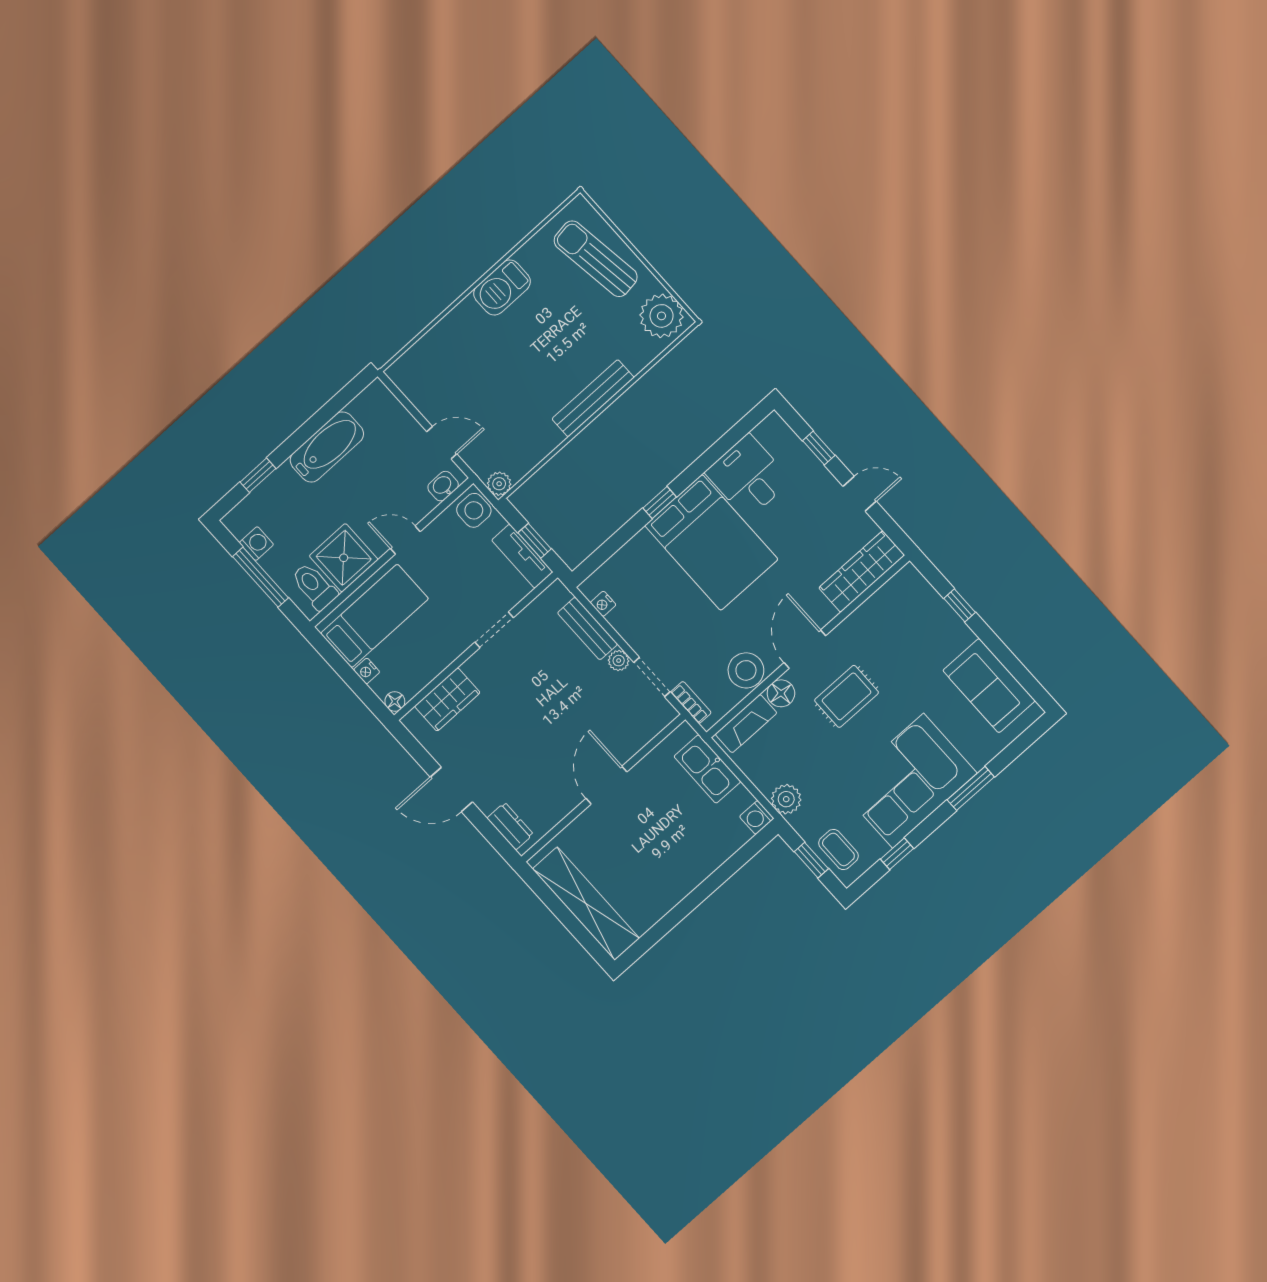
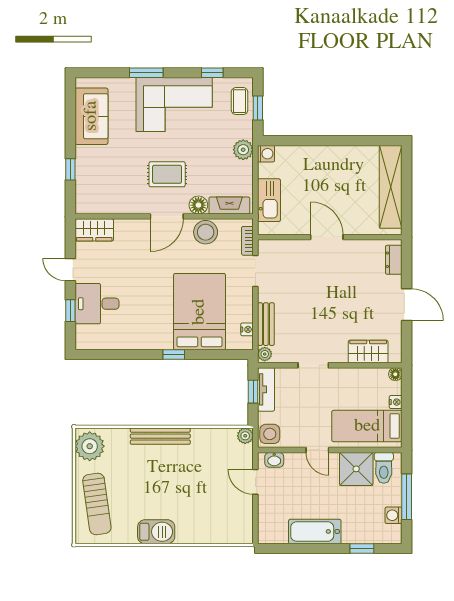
desk: (748, 476) -> (97, 304), moved, turned 90
bed: (711, 542) -> (199, 312), moved
wardrobe: (862, 572) -> (94, 230), width x0.67
plant: (619, 661) -> (265, 354), moved
door: (606, 785) -> (327, 237), swing flipped

